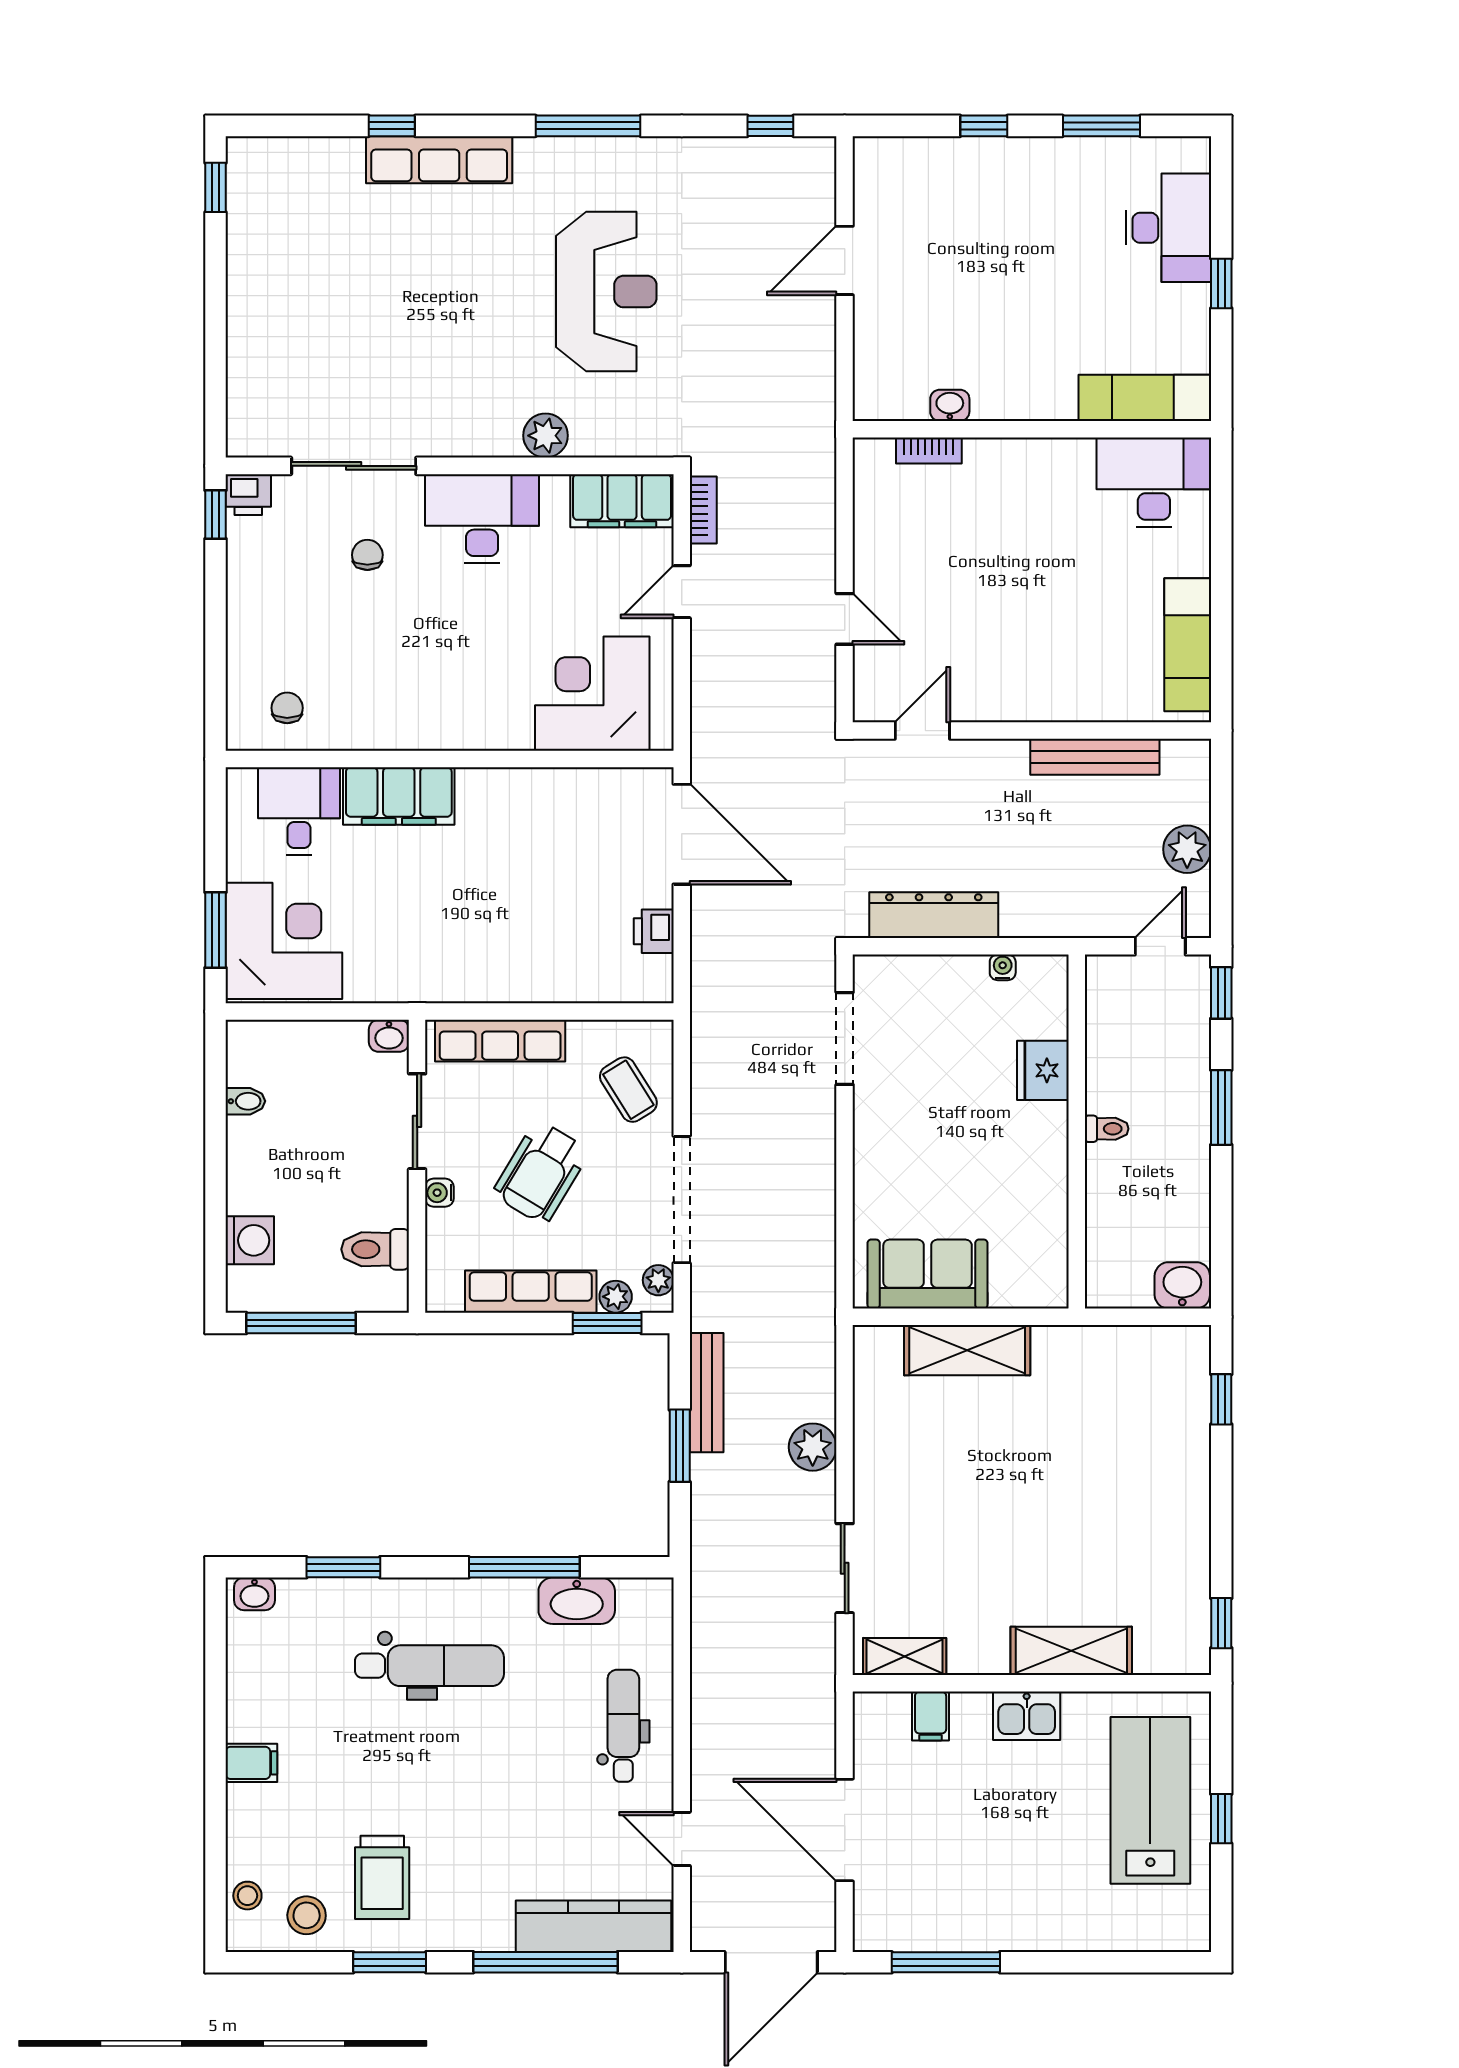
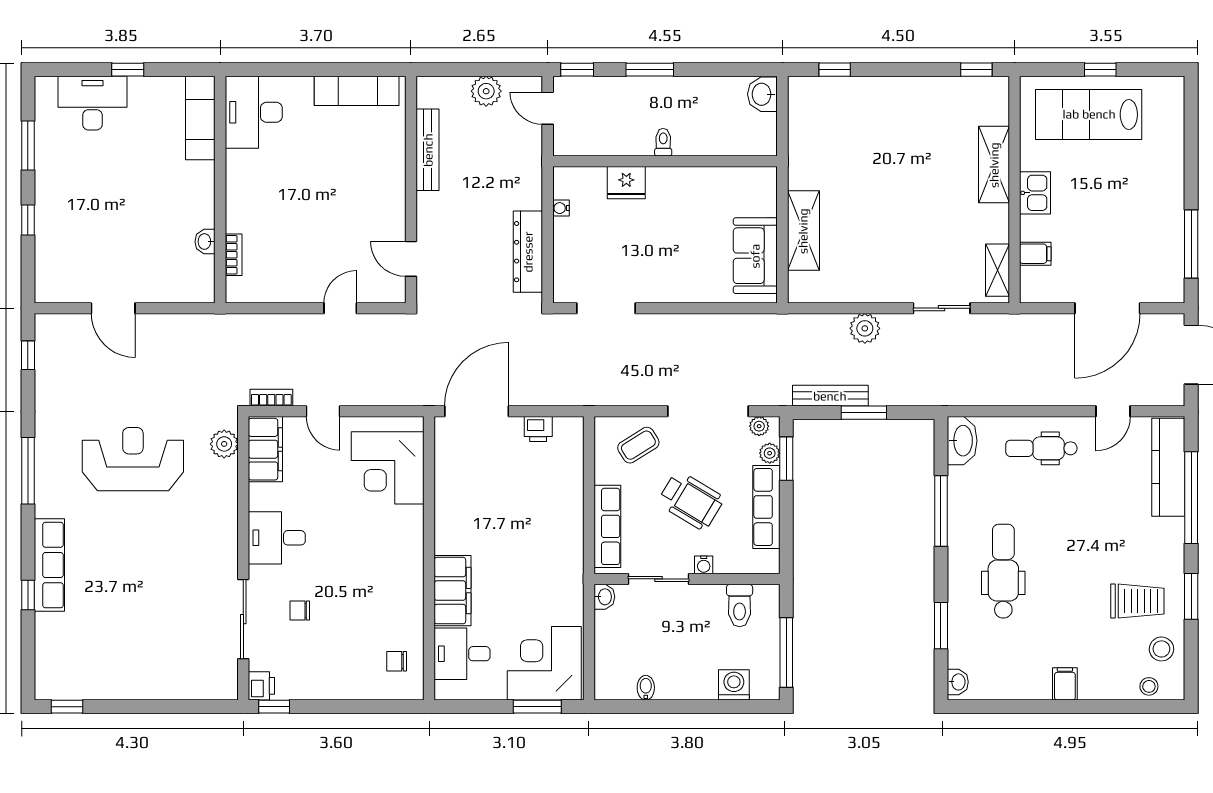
plant: (546, 436) -> (224, 444), moved
desk: (482, 519) -> (277, 538), width x0.73
washbasin: (577, 1601) -> (962, 441), moved

